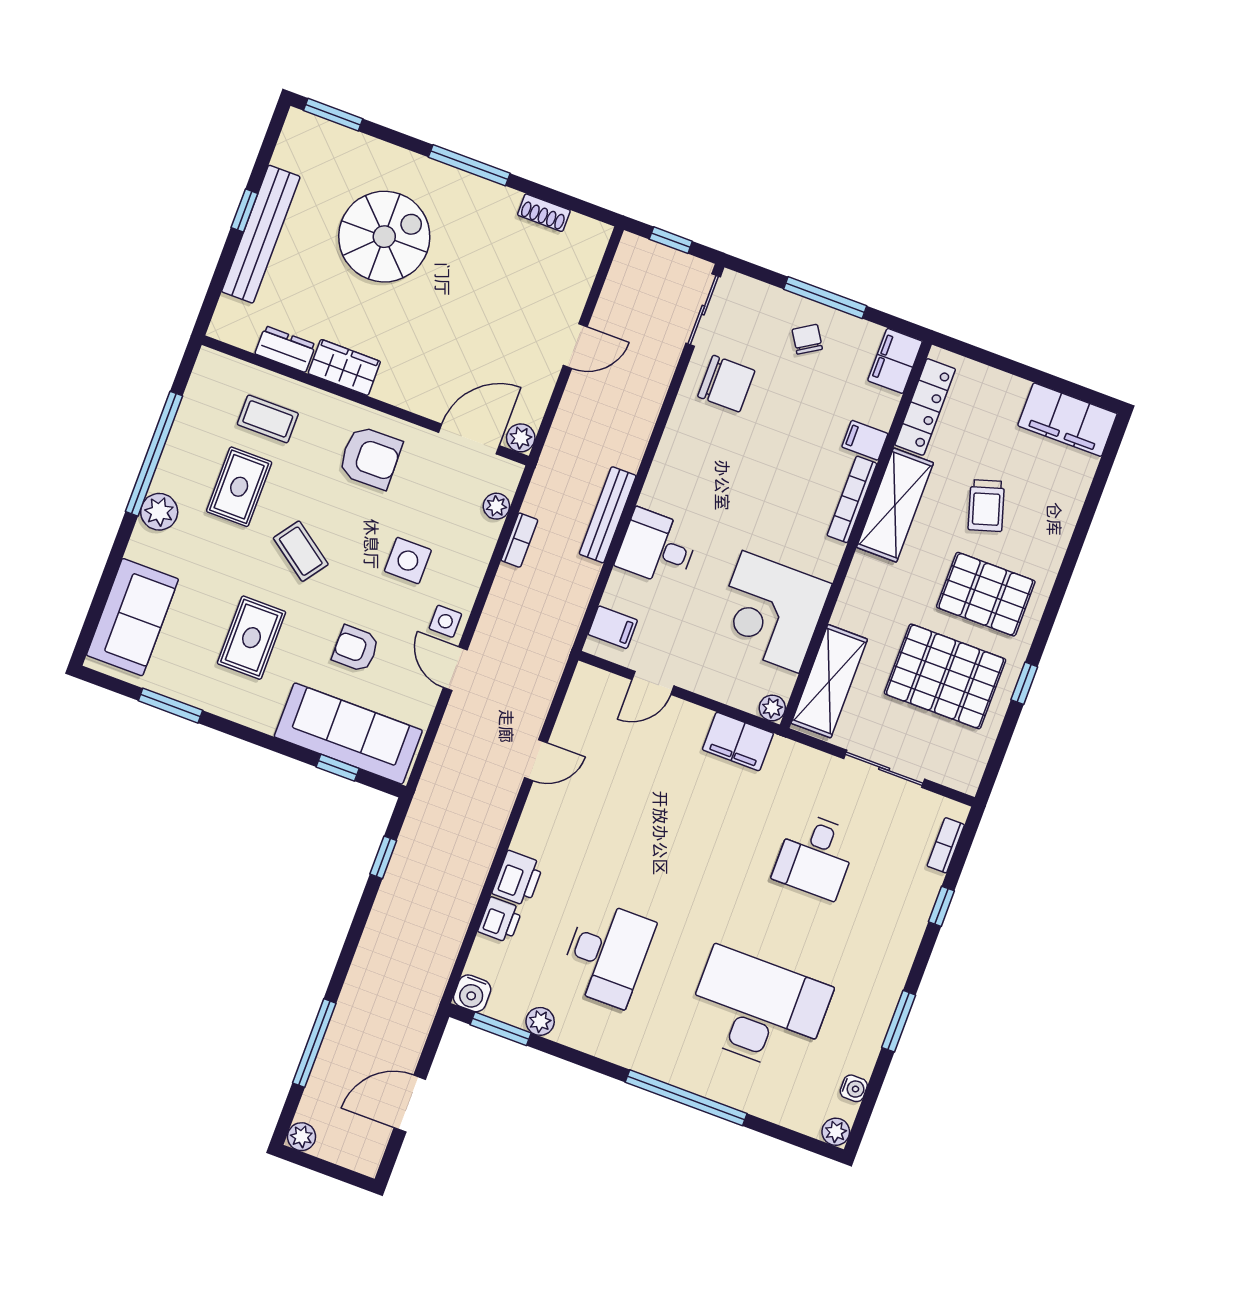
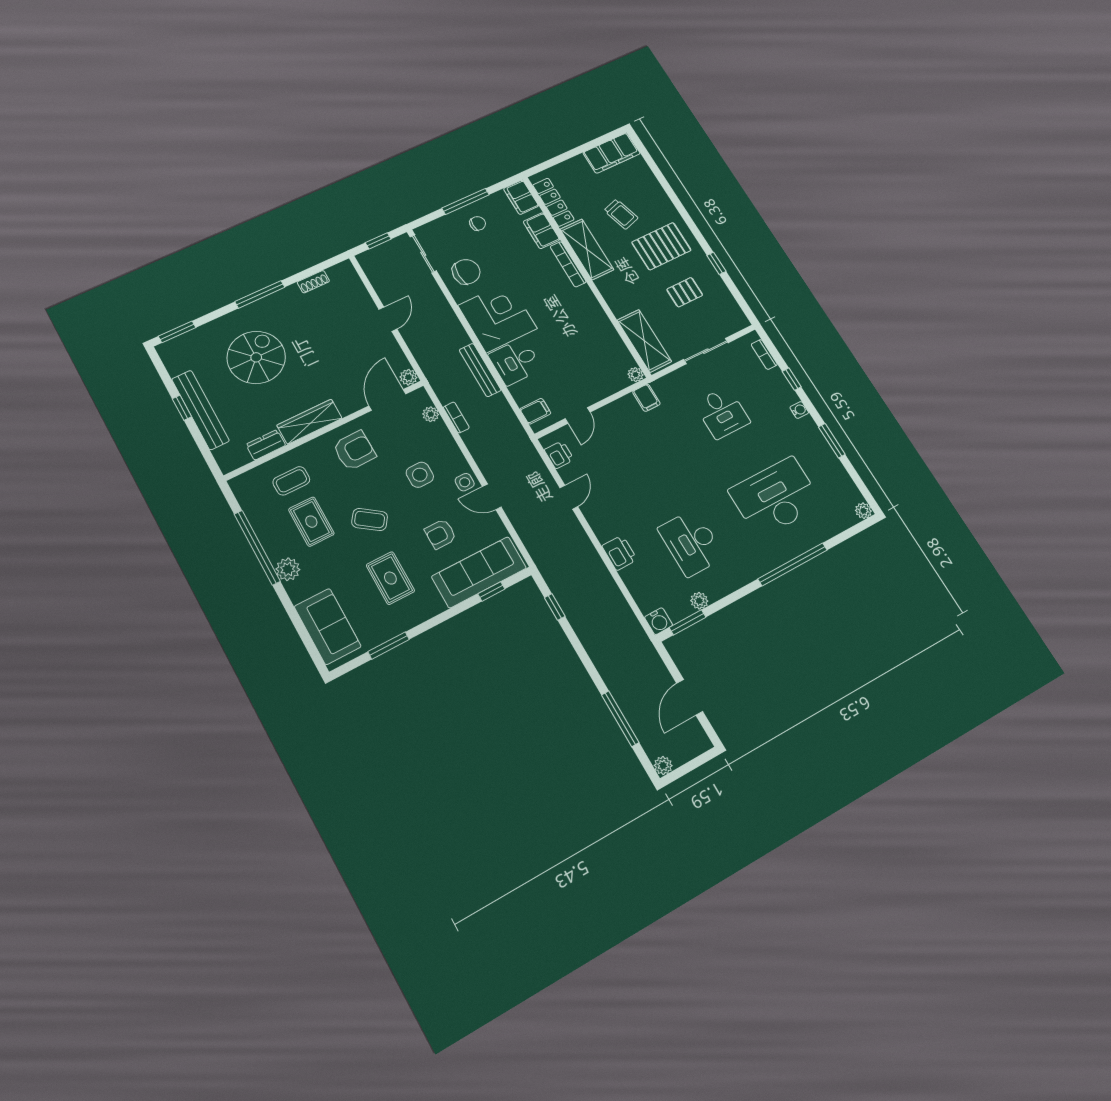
chair: (807, 339) -> (478, 223), turned 122
wardrobe: (344, 367) -> (309, 422), width x1.50
filing cabinet: (865, 440) -> (541, 231), width x2.00
corner desk: (771, 612) -> (497, 317), moved, turned 180
pallet: (945, 676) -> (685, 292), width x0.49, depth x0.50
filing cabinet: (738, 742) -> (646, 398), width x0.50
printer: (500, 920) -> (559, 455), moved
desk: (607, 954) -> (691, 543), turned 180
water cooler: (854, 1088) -> (799, 410), moved

